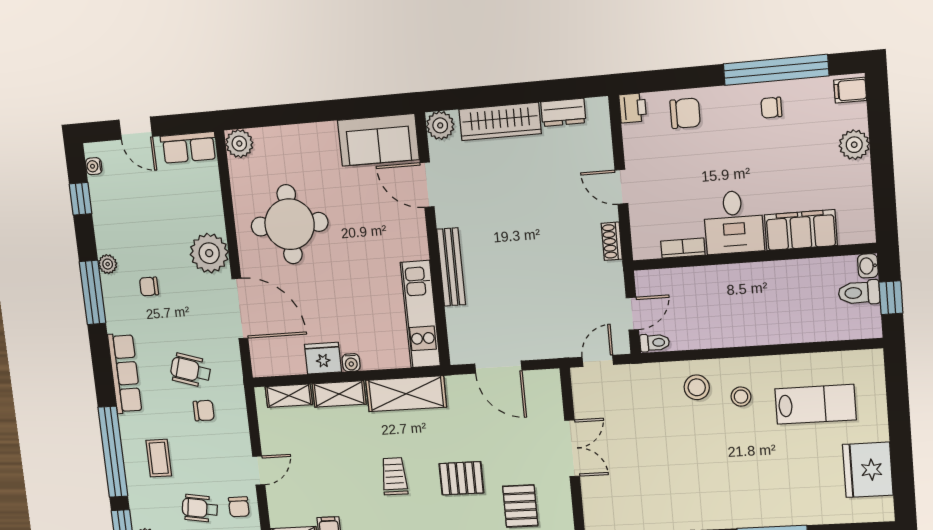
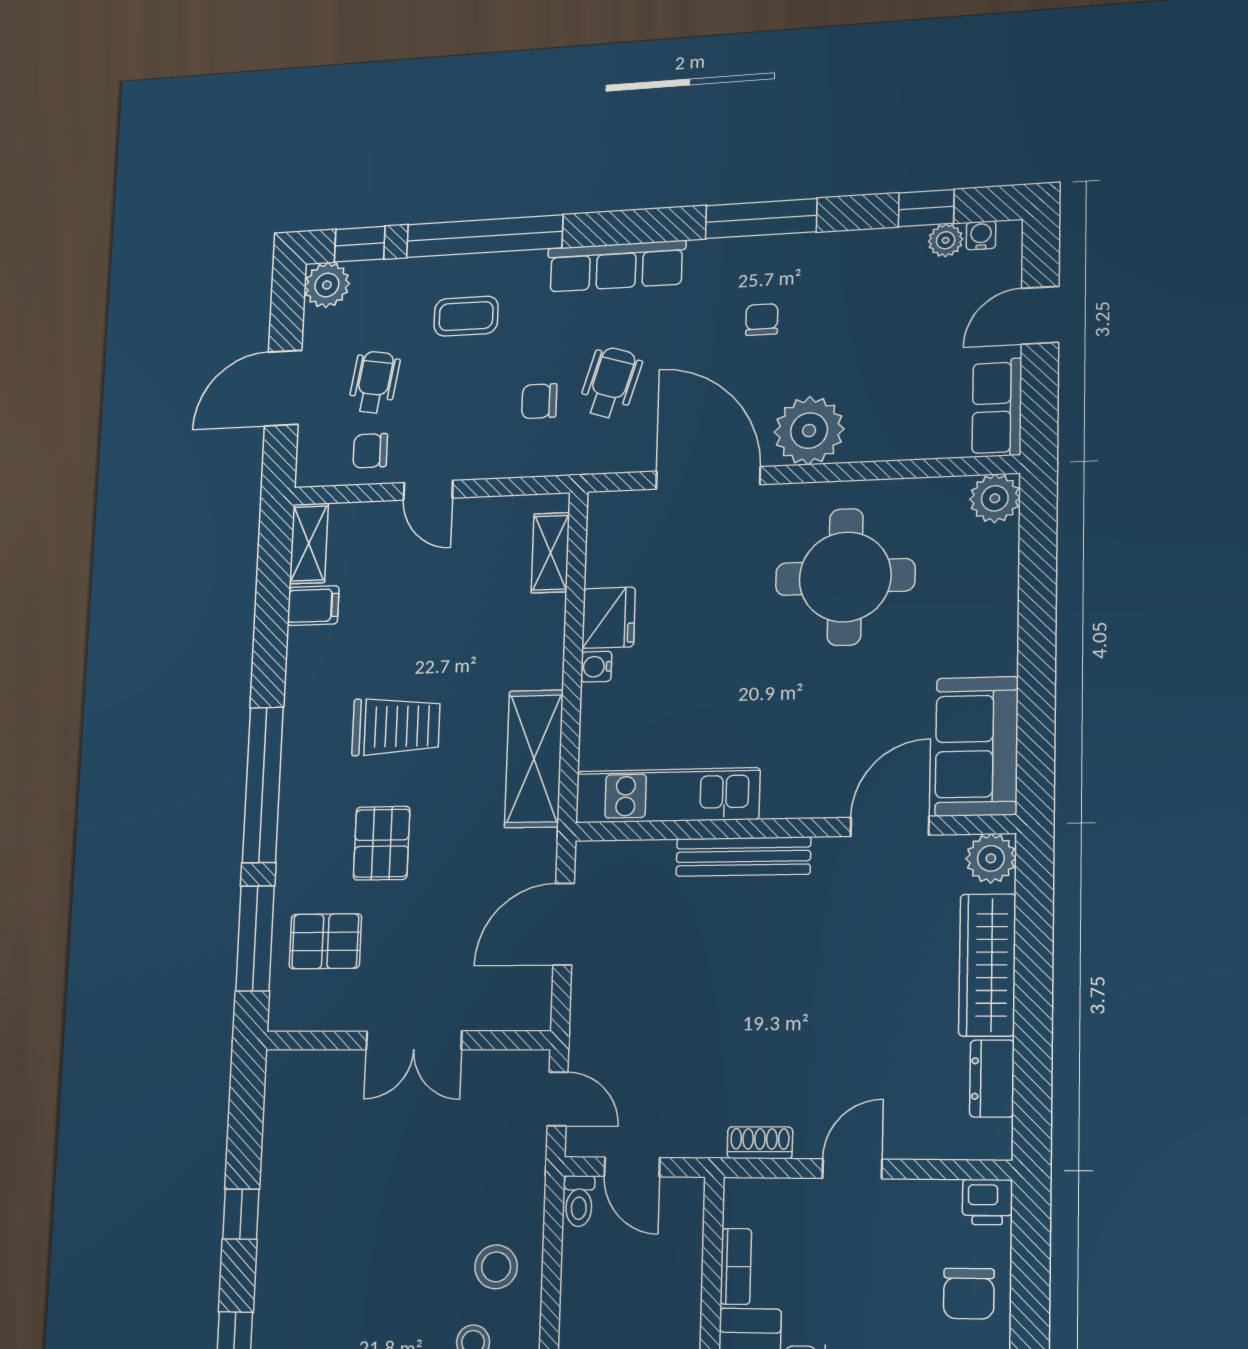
plant: (108, 264) -> (946, 240), moved
door: (240, 308) -> (708, 478), swing flipped
shelving: (339, 394) -> (545, 641), removed
chair: (204, 411) -> (539, 401), turned 90
trolley: (394, 476) -> (396, 726), width x1.36, depth x1.39

